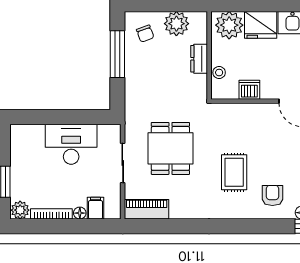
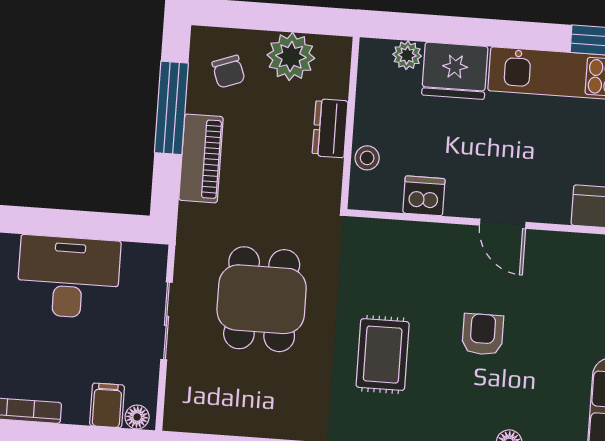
plant: (229, 25) -> (407, 55), width x0.53, depth x0.53
armchair: (272, 195) -> (483, 334), moved
piano: (147, 209) -> (201, 158), moved, turned 90
floor lamp: (80, 213) -> (137, 417), moved

